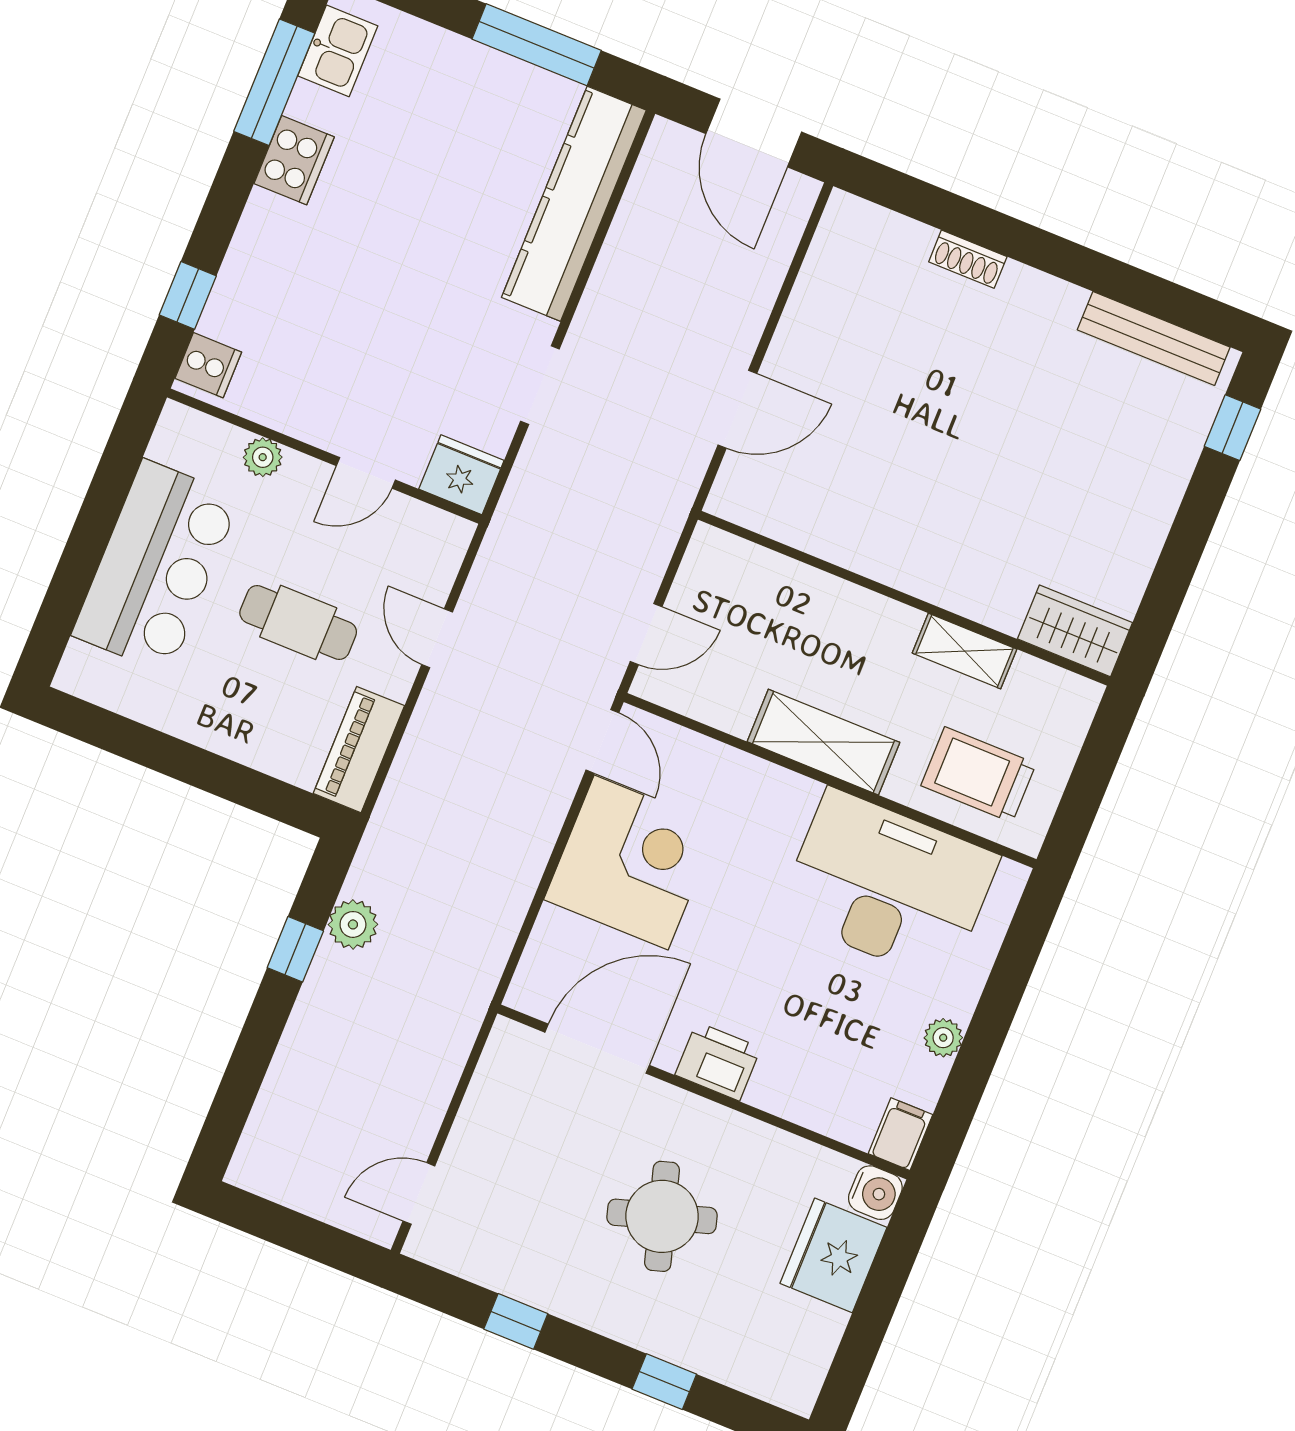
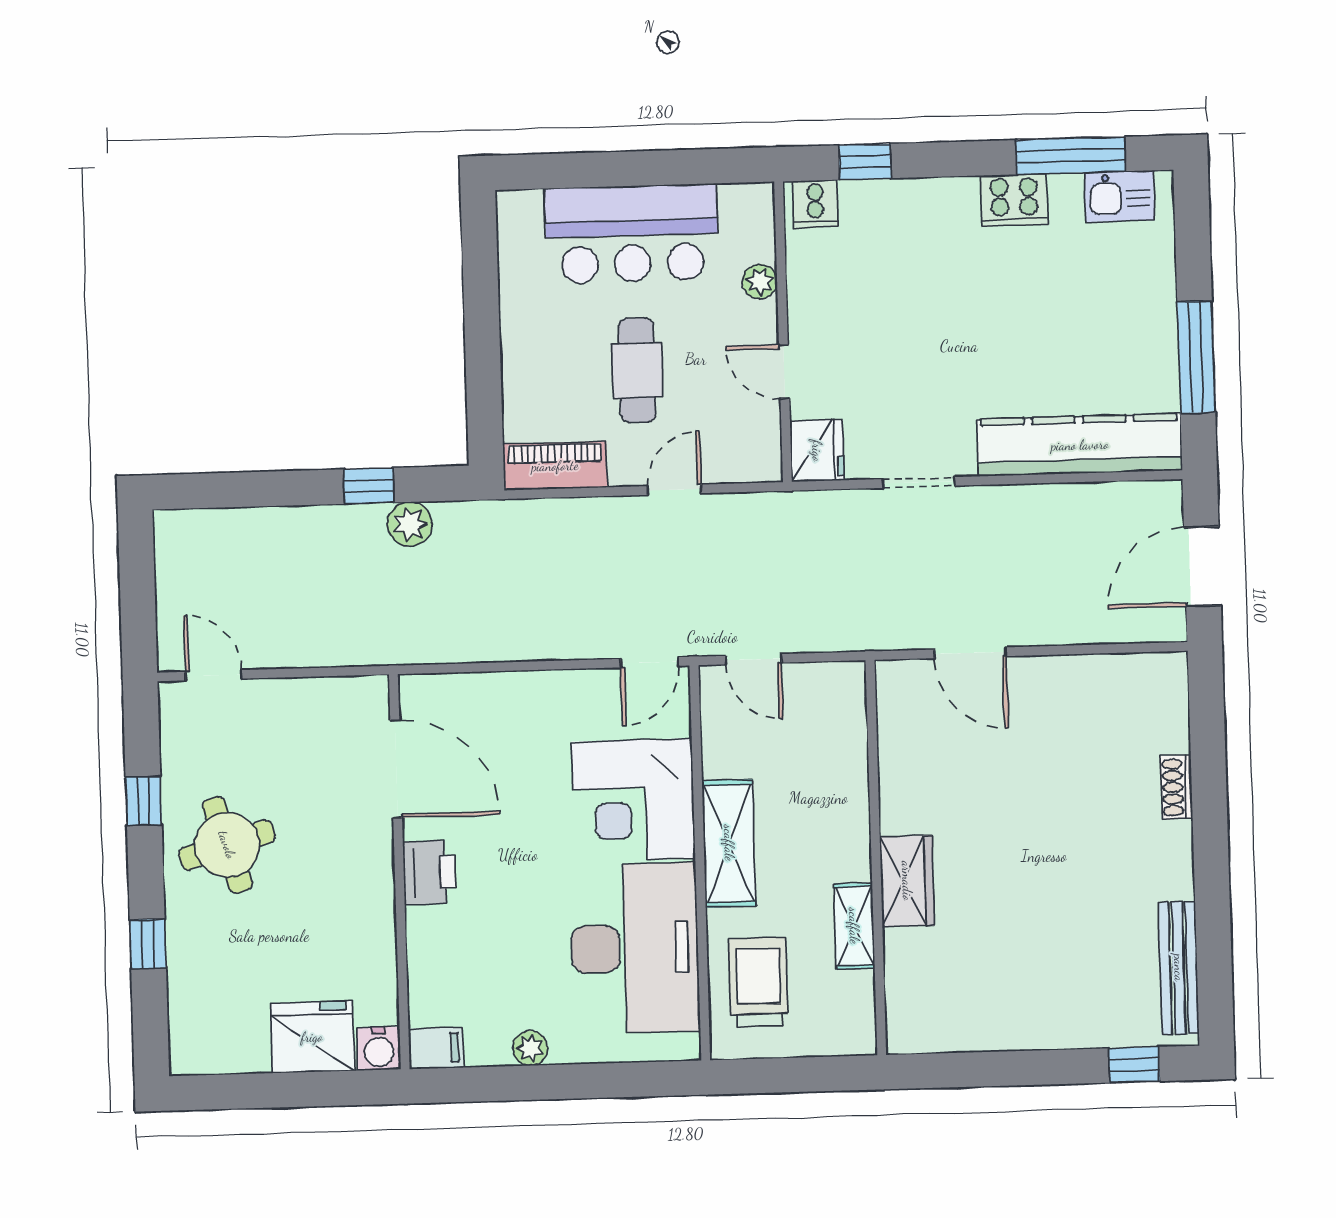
wardrobe: (1075, 631) -> (907, 881), moved
corner desk: (631, 862) -> (633, 800), moved, turned 90
round table: (662, 1216) -> (227, 845), moved

